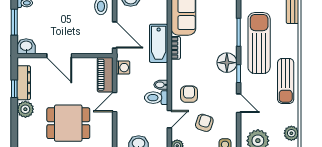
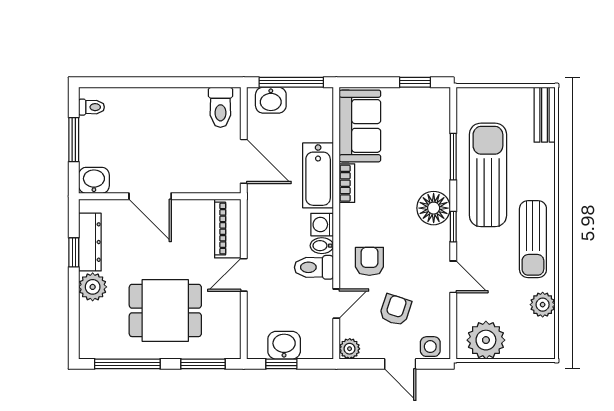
washing machine: (123, 68) -> (322, 225), moved, turned 180
plant: (291, 133) -> (543, 305), moved

